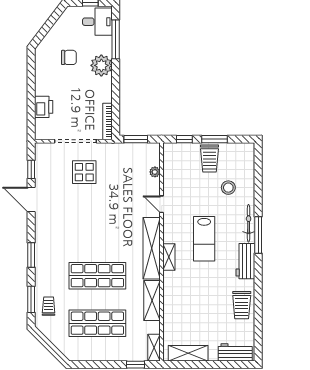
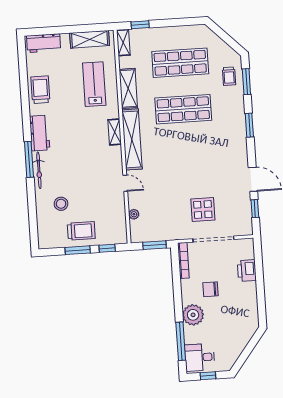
chair: (69, 57) -> (210, 289), moved
trolley: (210, 159) -> (81, 231), turned 90
lab bench: (204, 239) -> (94, 84), moved

